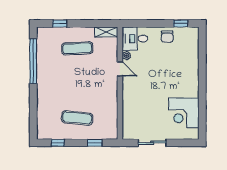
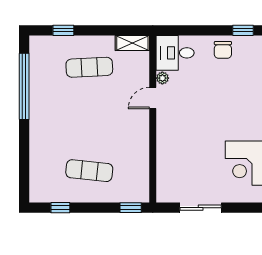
door: (120, 69) -> (153, 98), swing flipped
window: (95, 143) -> (131, 208), moved

